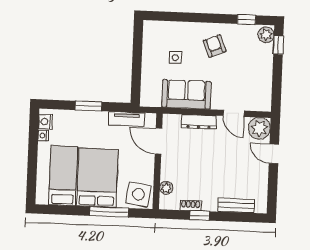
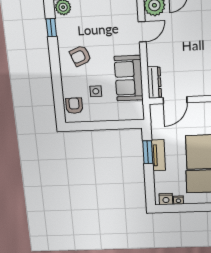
armchair: (162, 32) -> (74, 106), added
window: (89, 106) -> (148, 152), moved
tv unit: (127, 119) -> (158, 155), moved
dresser: (199, 122) -> (154, 82), moved

